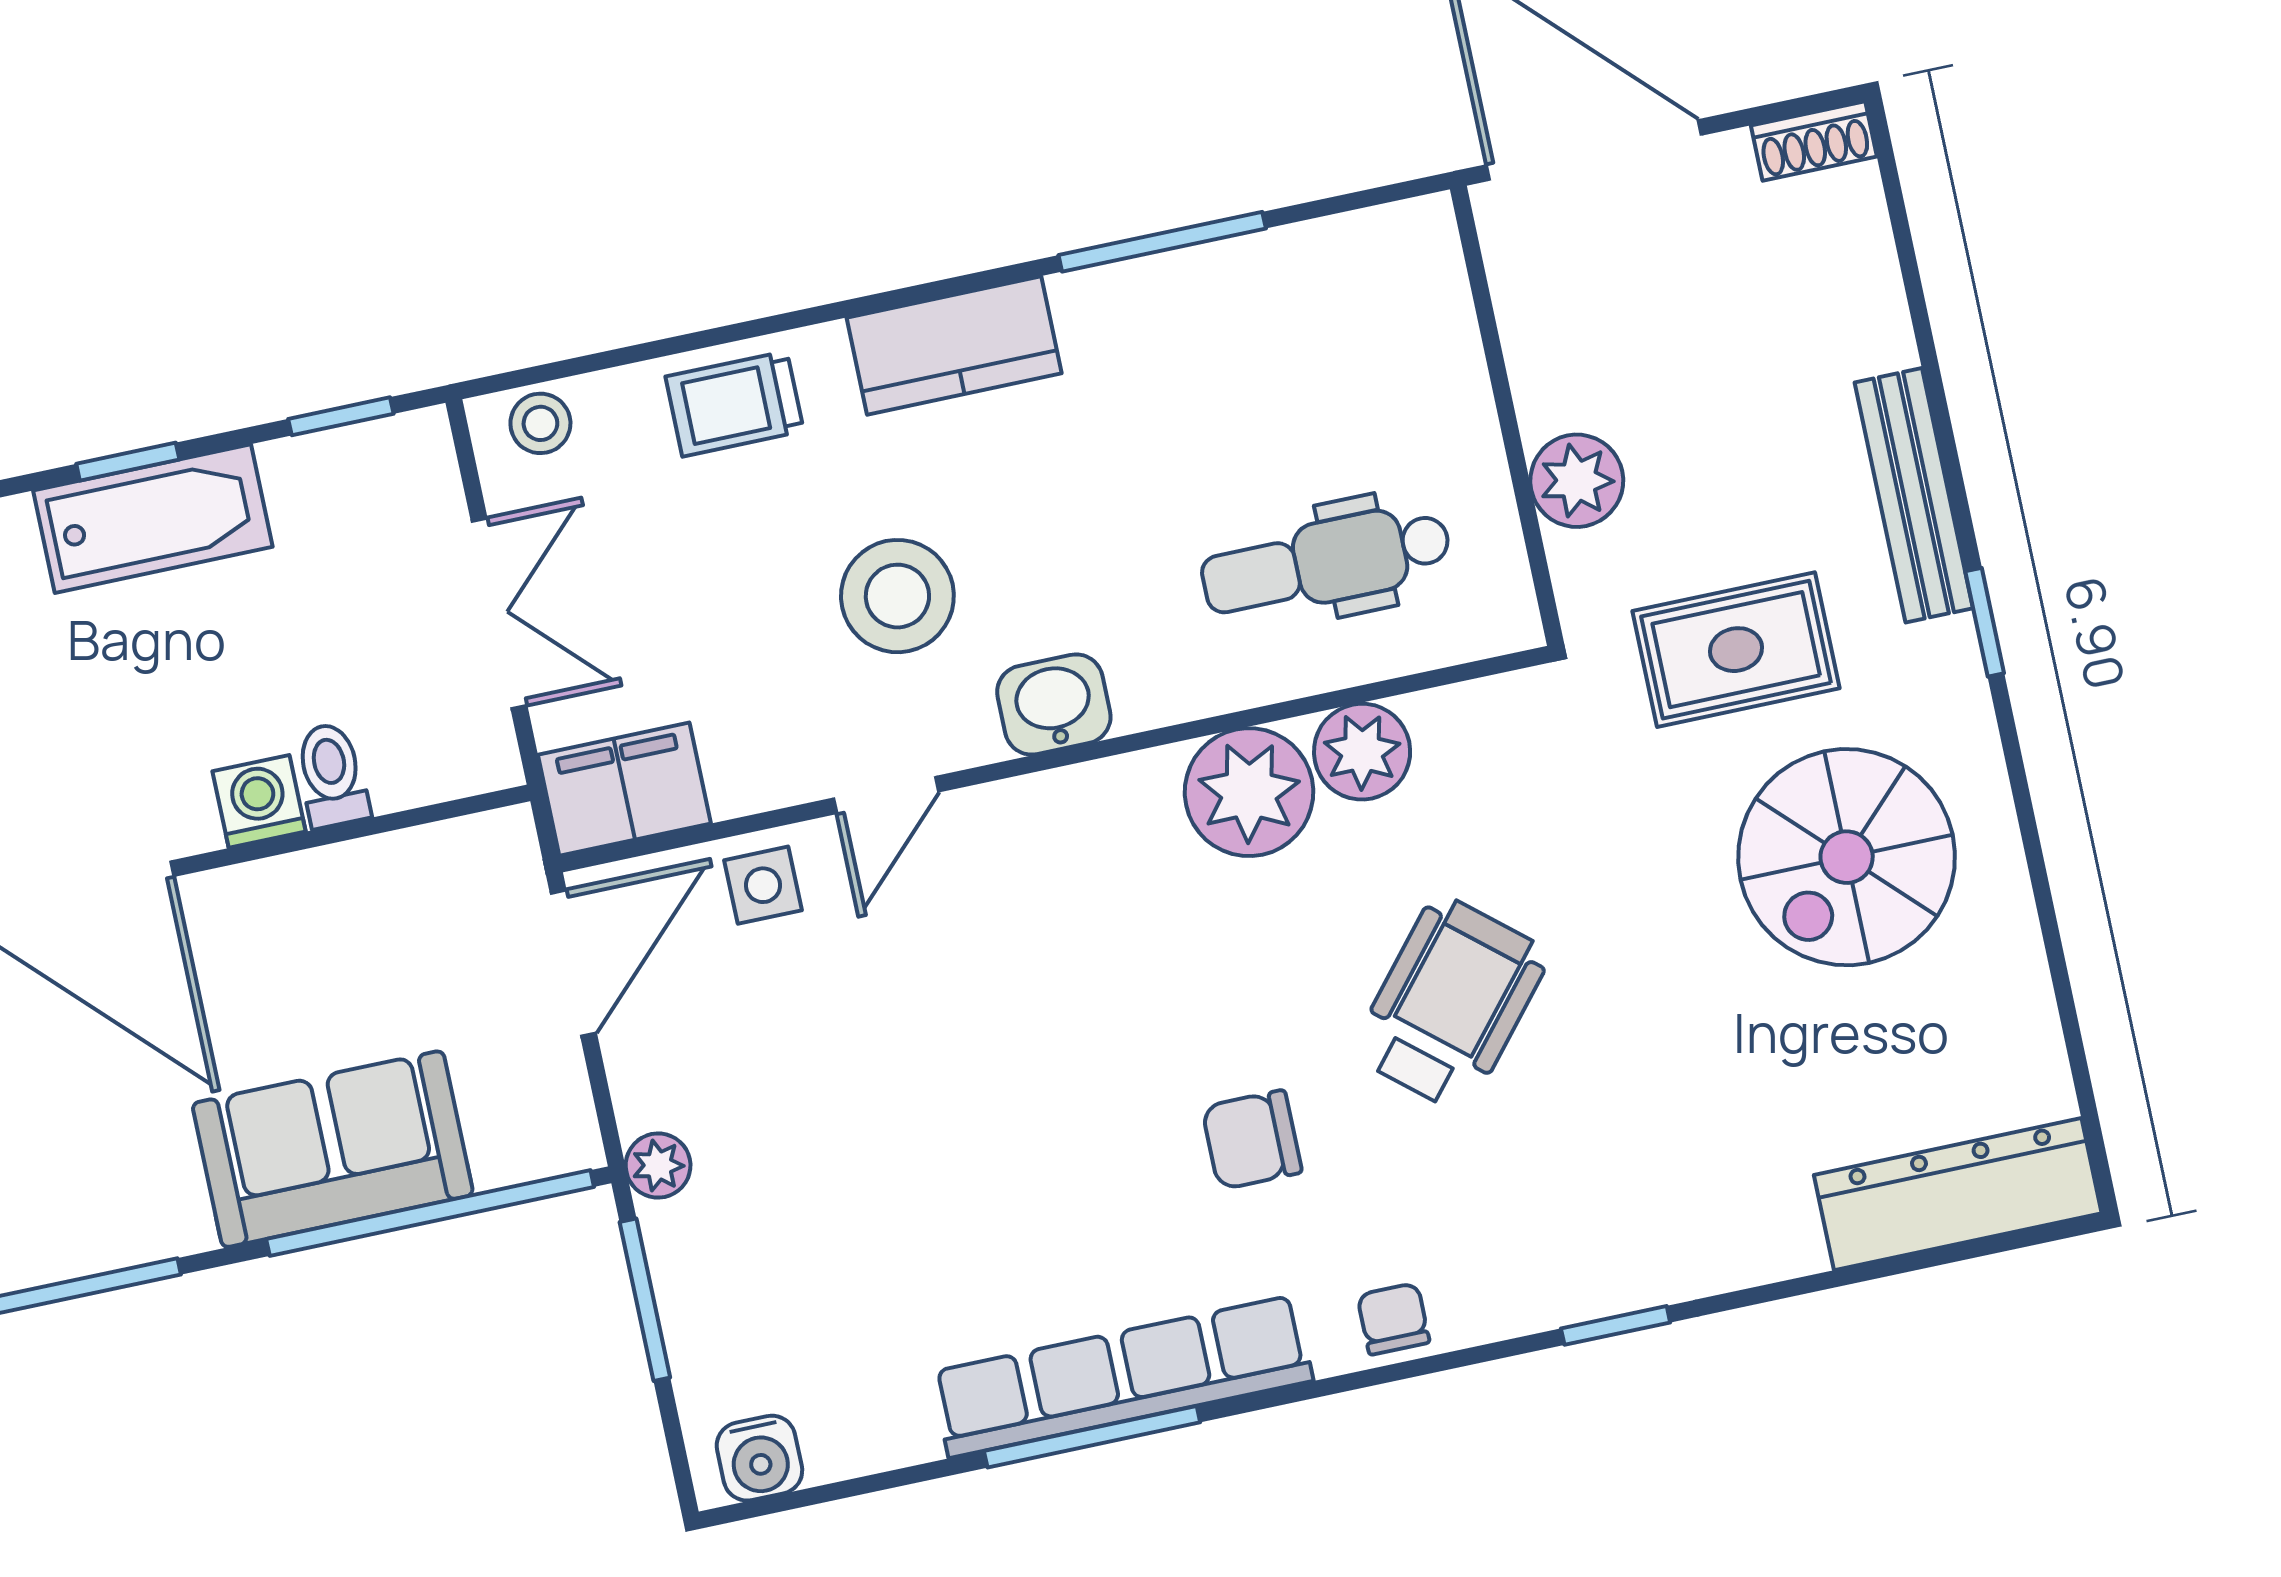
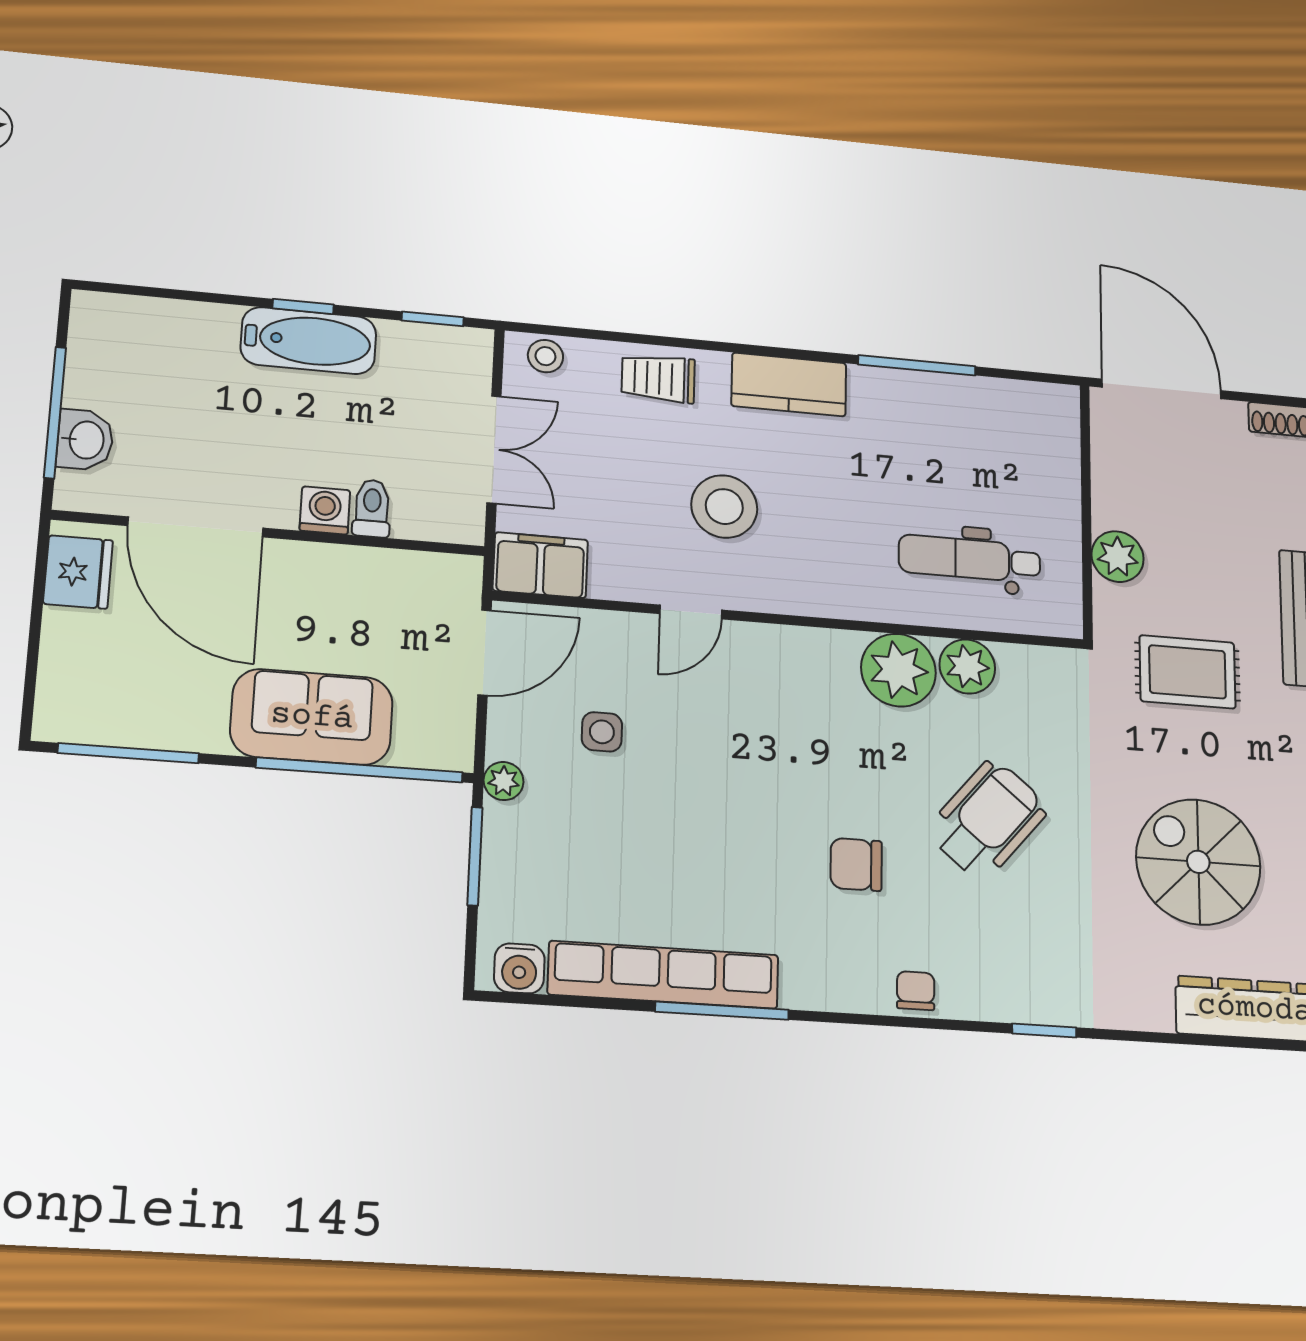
washbasin: (1054, 704) -> (799, 591), removed
spiral stairs: (1847, 857) -> (1198, 862), moved, turned 90
side table: (763, 885) -> (602, 732), moved
row of seats: (1122, 1376) -> (664, 975), moved

